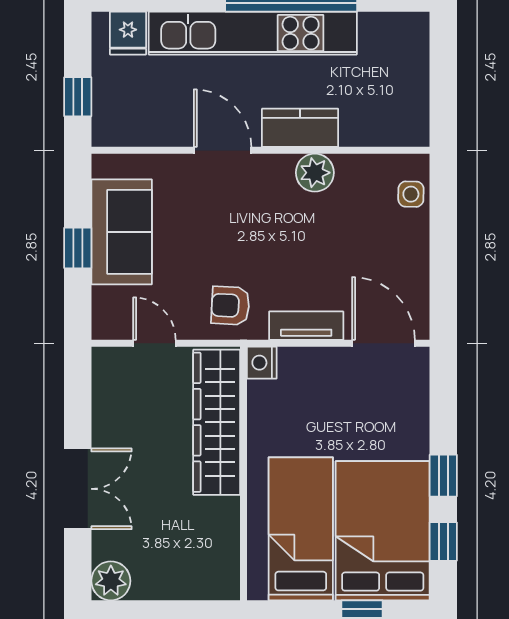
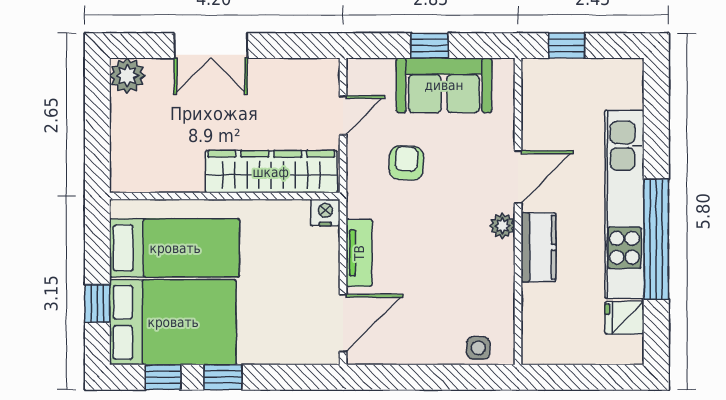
fridge: (128, 33) -> (624, 318), moved
plant: (315, 173) -> (502, 226), moved, width x0.73, depth x0.73
armchair: (230, 306) -> (406, 163), moved

